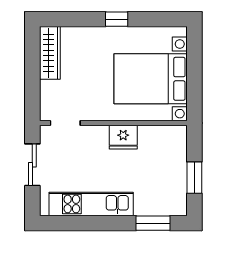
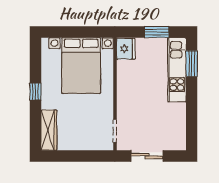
wardrobe: (50, 53) -> (49, 130), moved, turned 90
fridge: (123, 137) -> (126, 49), moved
kitchen unit: (91, 204) -> (177, 70), moved

